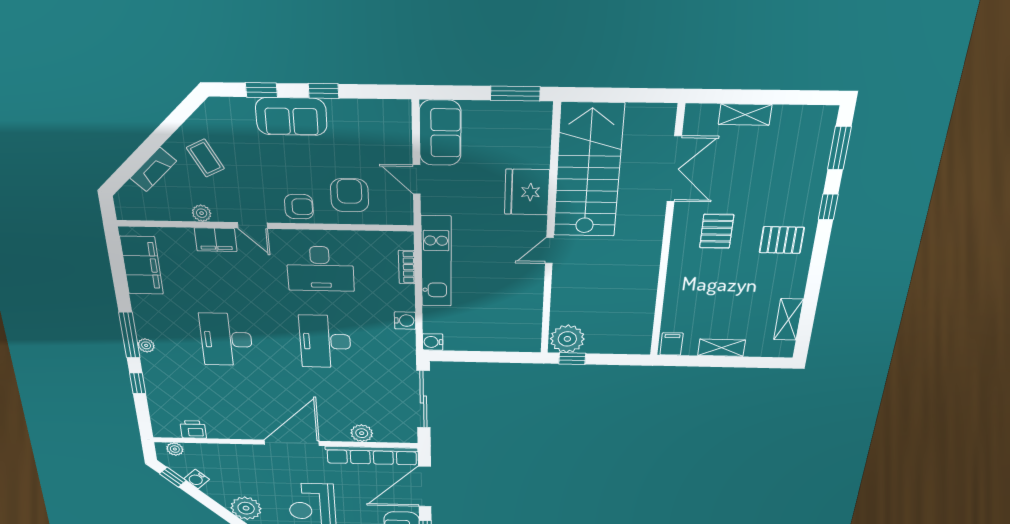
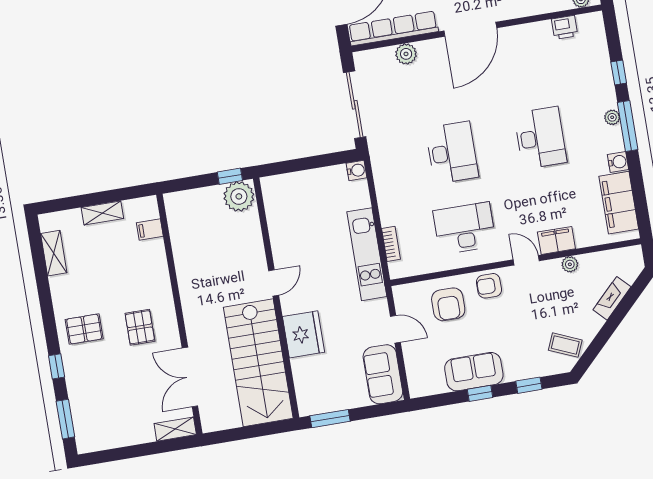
shelving: (745, 115) -> (175, 429), moved
sofa: (291, 117) -> (474, 372), moved
coffee table: (205, 158) -> (565, 345), moved, turned -40
water cooler: (405, 321) -> (618, 162), moved, turned 180
filing cabinet: (672, 344) -> (150, 230), moved, turned 90

